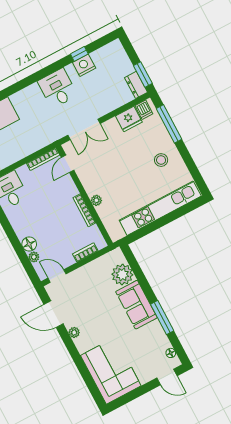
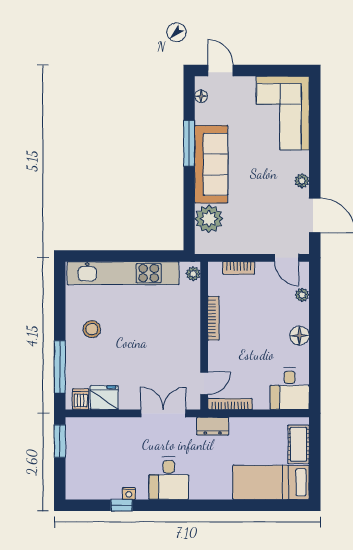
nightstand: (84, 65) -> (129, 494), width x0.53, depth x0.56
dresser: (136, 85) -> (213, 426), moved, turned 90
plant: (96, 200) -> (193, 274), moved
floor lamp: (29, 244) -> (299, 336), moved
sofa: (136, 305) -> (211, 164), width x1.36

